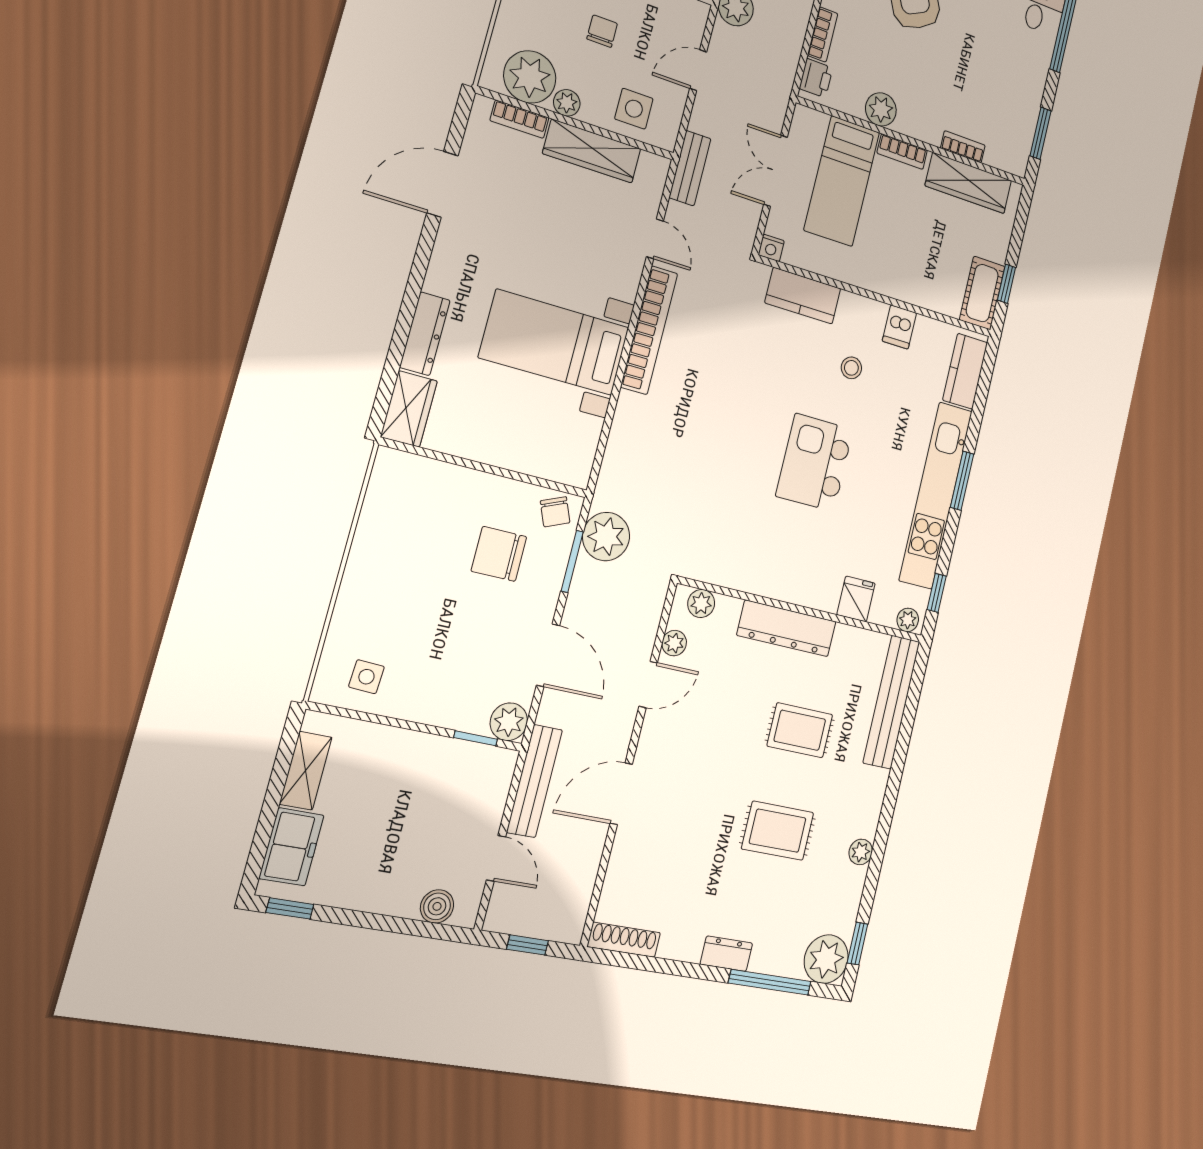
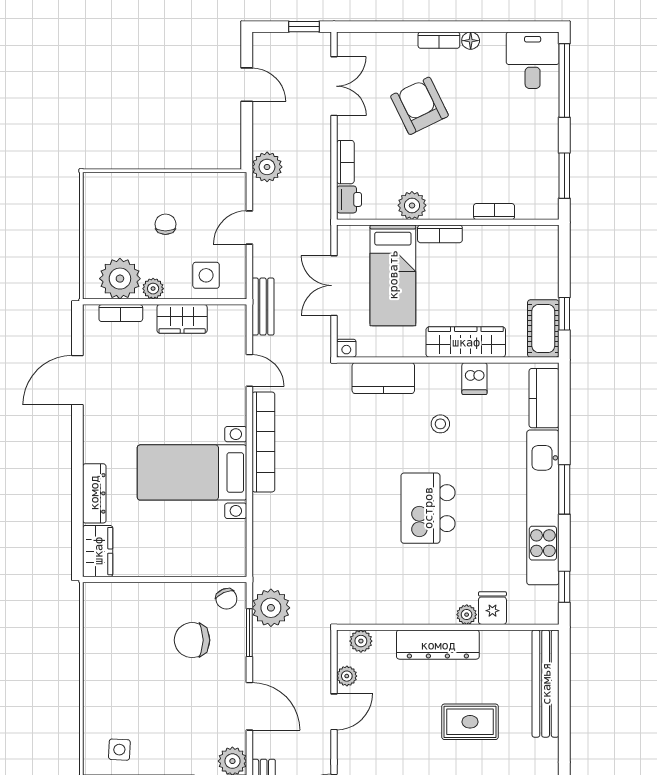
wardrobe: (592, 151) -> (182, 319), width x0.67
wardrobe: (969, 183) -> (466, 342), moved, turned 180
plant: (908, 620) -> (467, 615), moved

